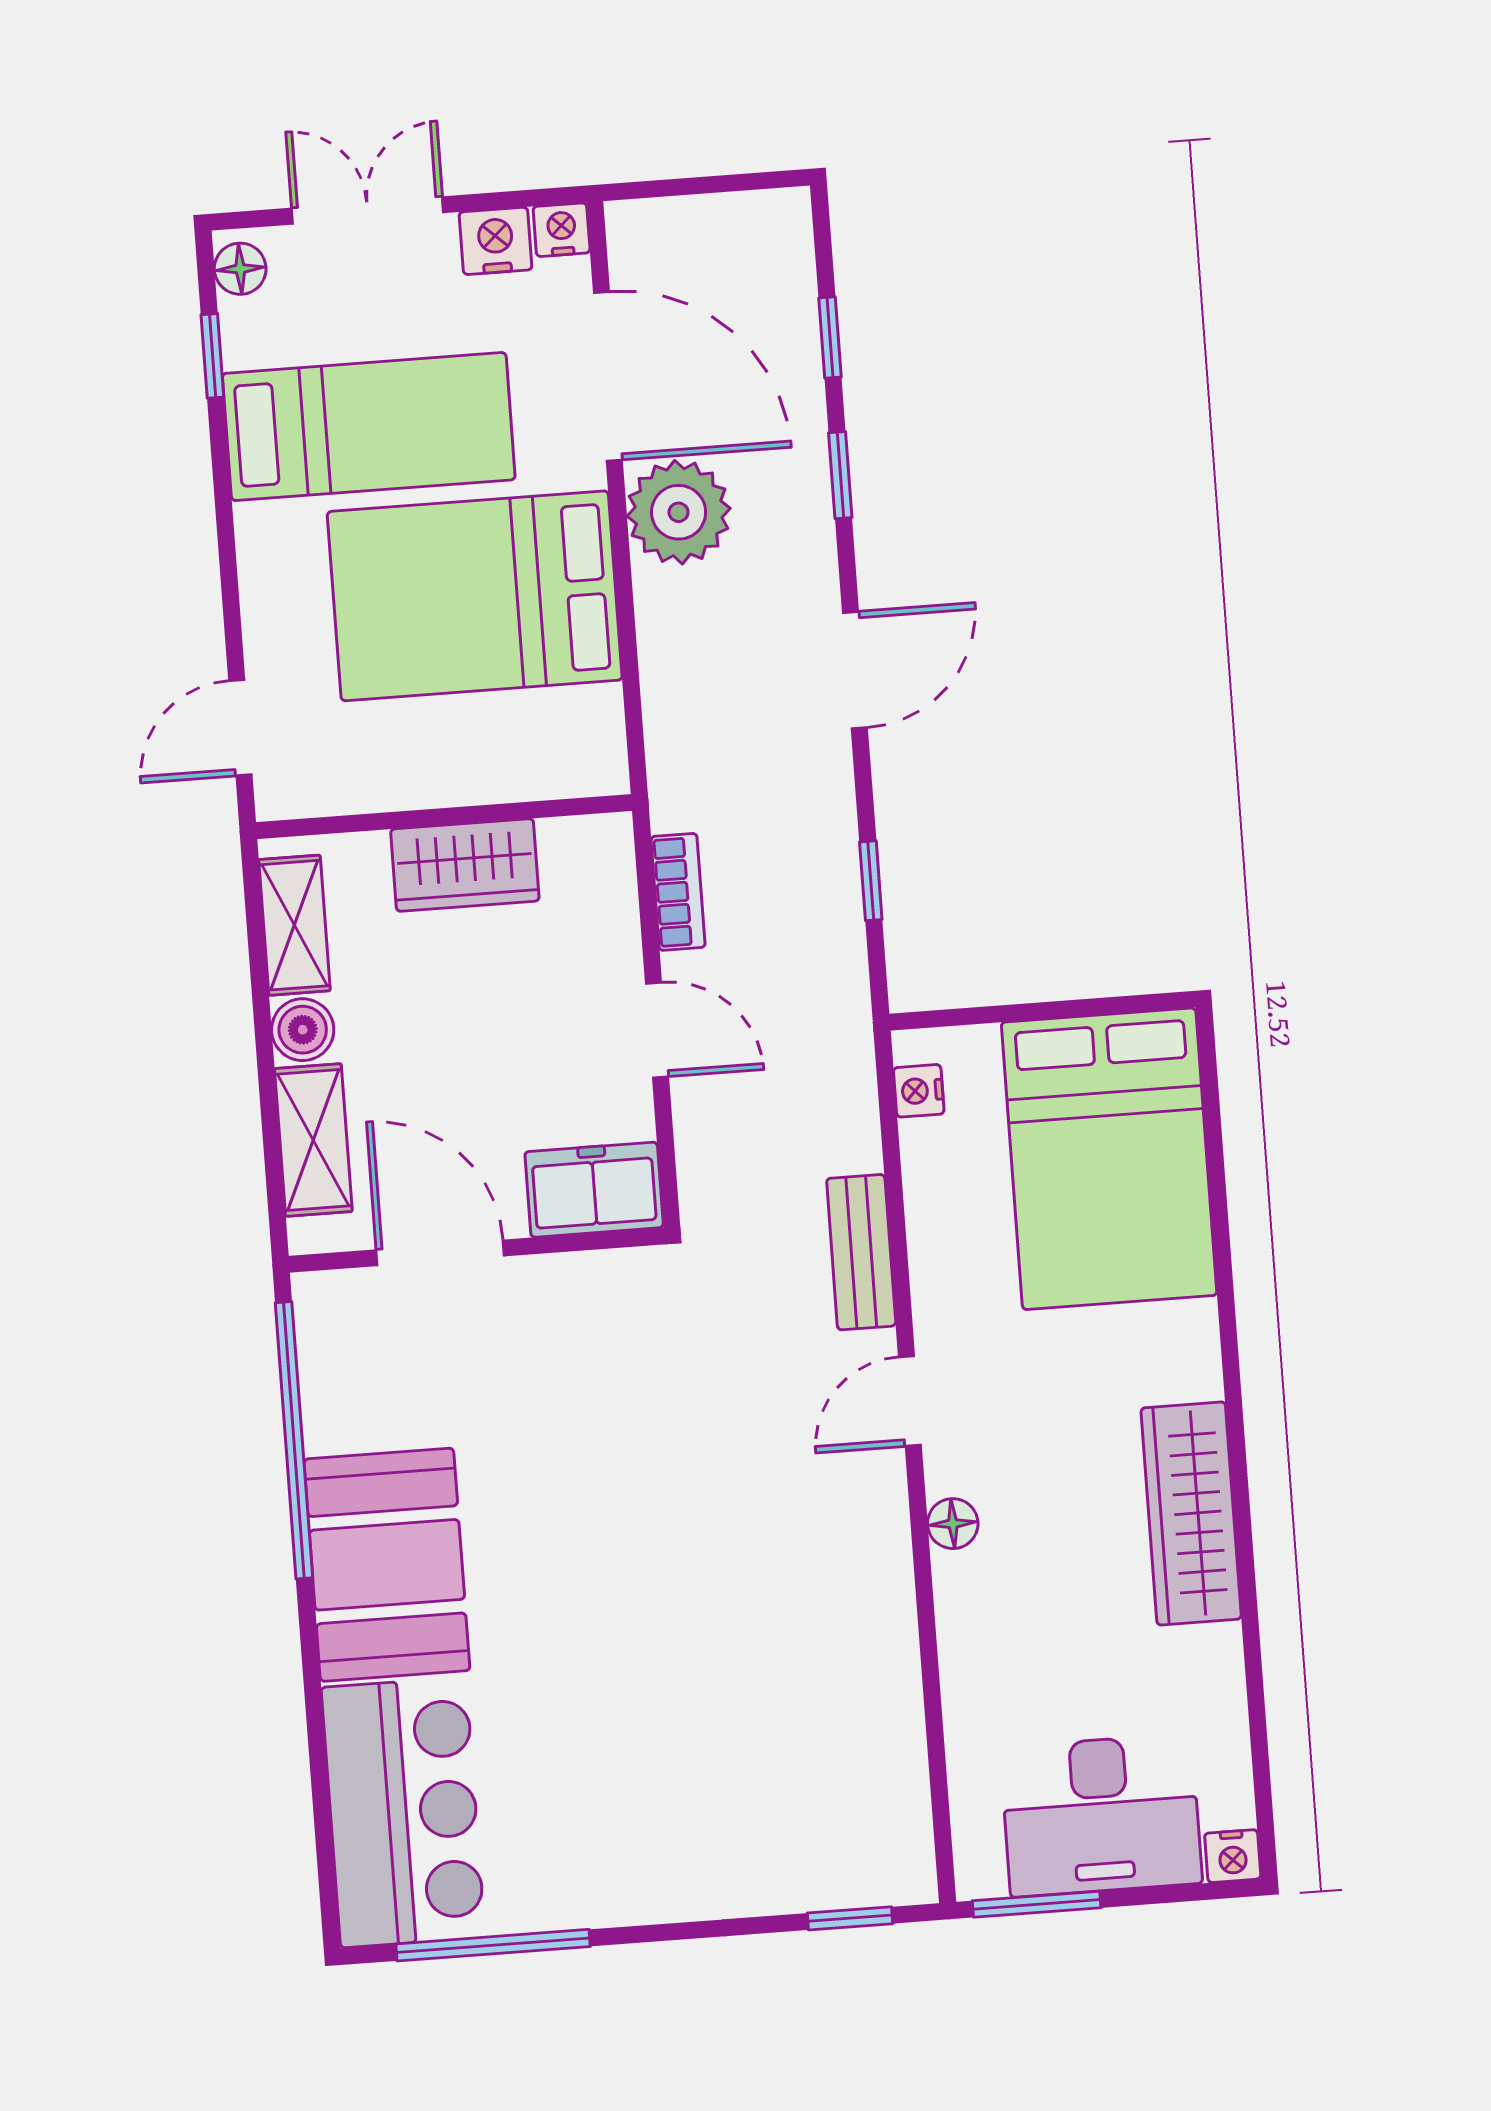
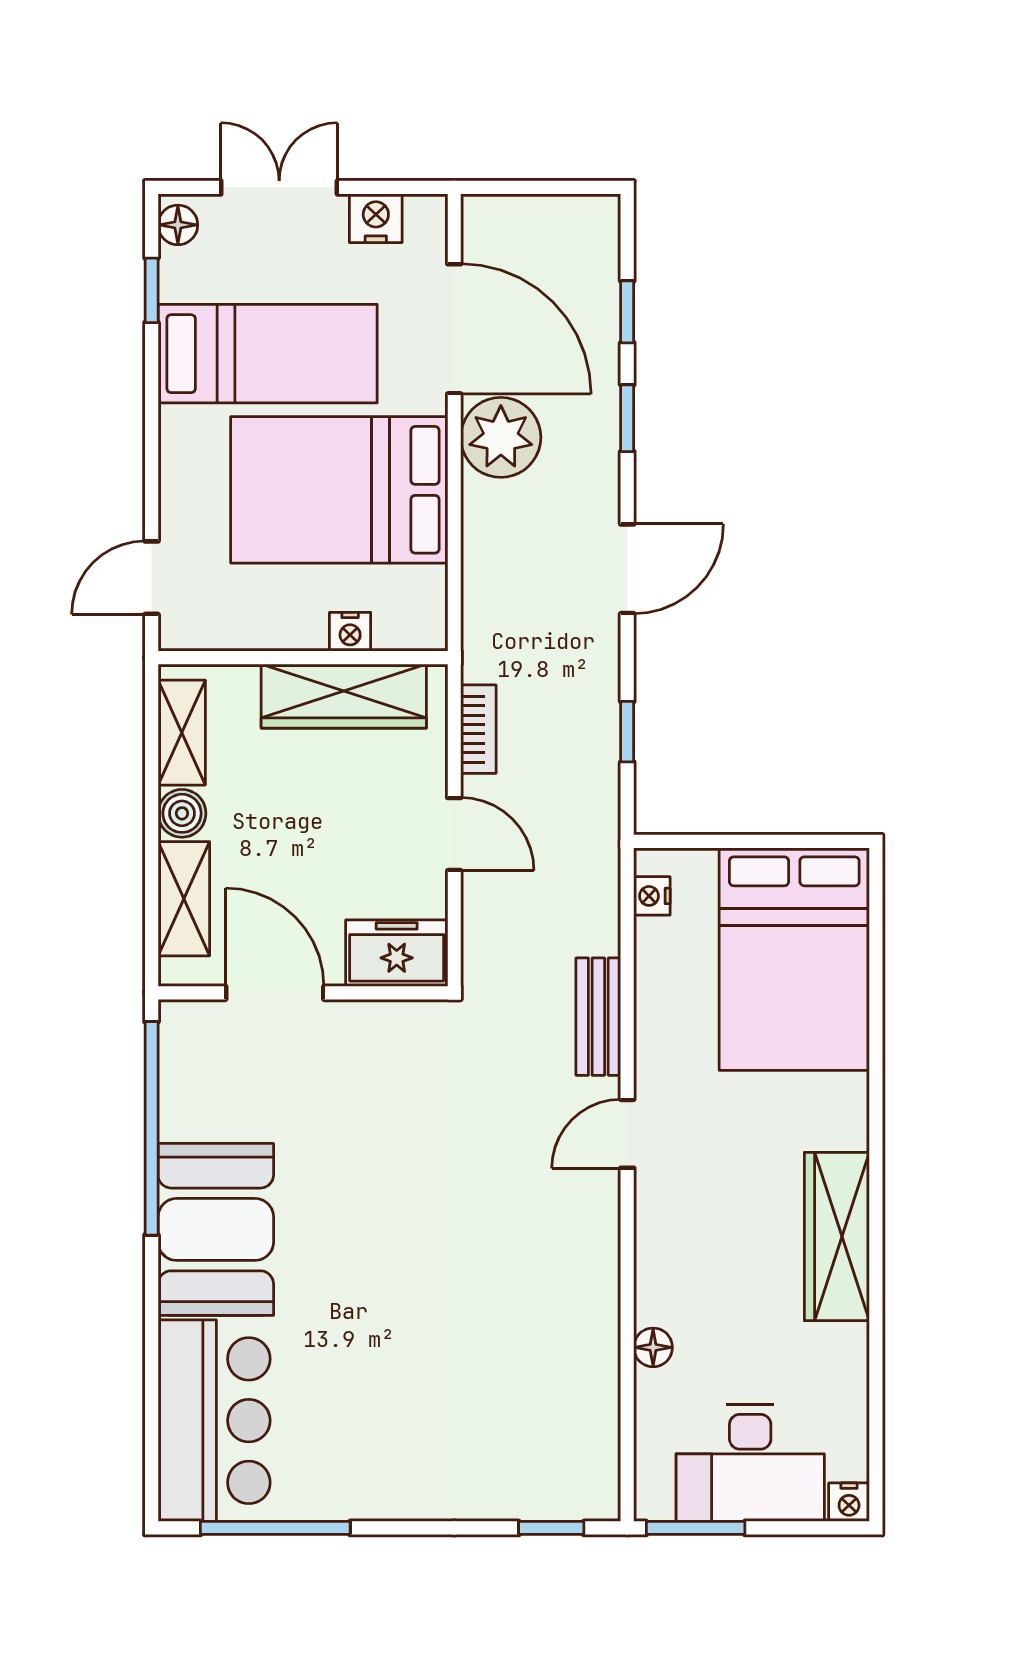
nightstand: (562, 230) -> (350, 632), moved, turned 180
wardrobe: (465, 865) -> (344, 696), width x1.50
floor lamp: (953, 1524) -> (653, 1347), moved

